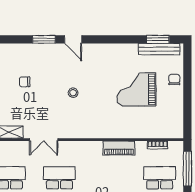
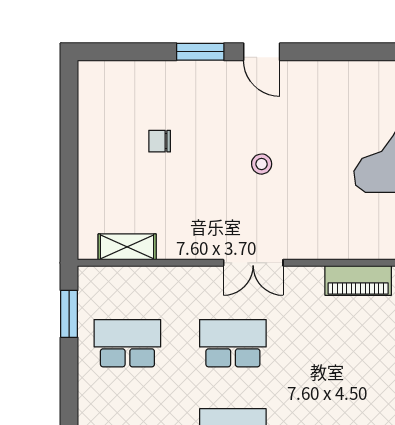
double door: (44, 140) -> (253, 263), moved

